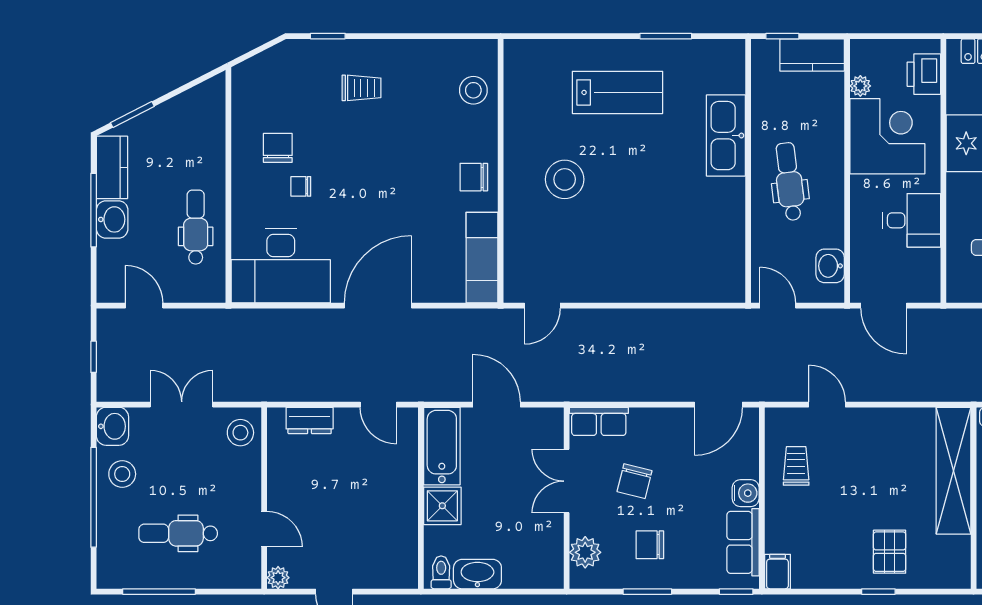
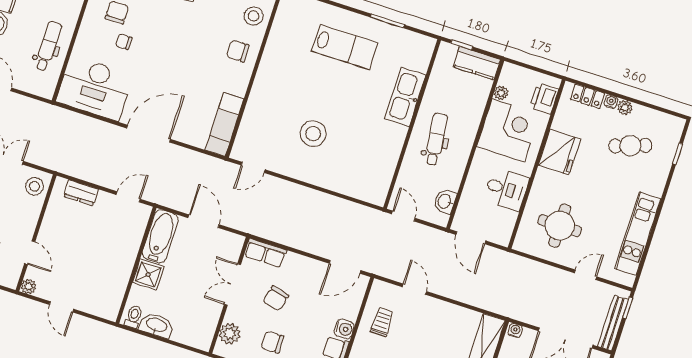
chair: (474, 177) -> (238, 51), moved
stool: (565, 179) -> (313, 134), moved
door: (378, 405) -> (128, 197), swing flipped

